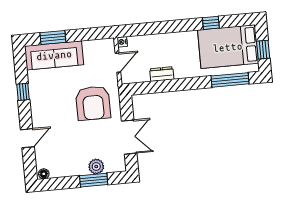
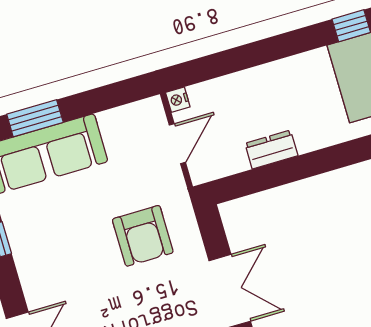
armchair: (93, 103) -> (143, 236), width x0.73, depth x0.73

